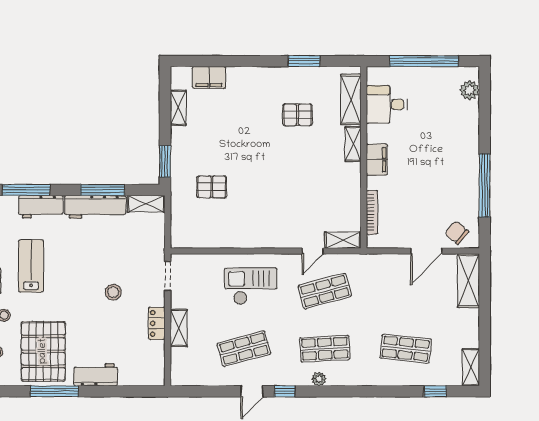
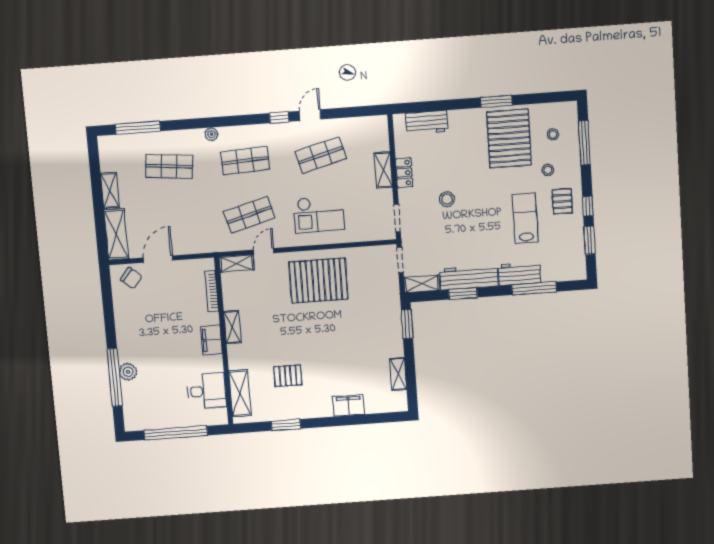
filing cabinet: (209, 77) -> (349, 405), moved
plant: (470, 90) -> (128, 372), moved
shelving: (353, 144) -> (232, 327), moved
window: (485, 186) -> (115, 377), moved
pallet: (212, 187) -> (318, 281), moved, width x2.05, depth x2.00
window: (103, 190) -> (463, 294), width x0.69
doorway: (168, 231) -> (400, 260), added
lab bench: (31, 266) -> (525, 218), turned 180
shelving: (471, 367) -> (110, 190), moved
workbench: (96, 375) -> (427, 122), moved
plant: (319, 379) -> (211, 134), moved
window: (54, 391) -> (496, 101), width x0.69
window: (435, 391) -> (138, 128), width x2.17

